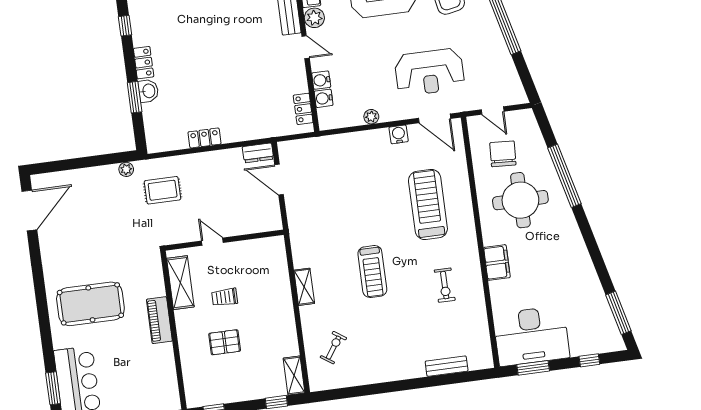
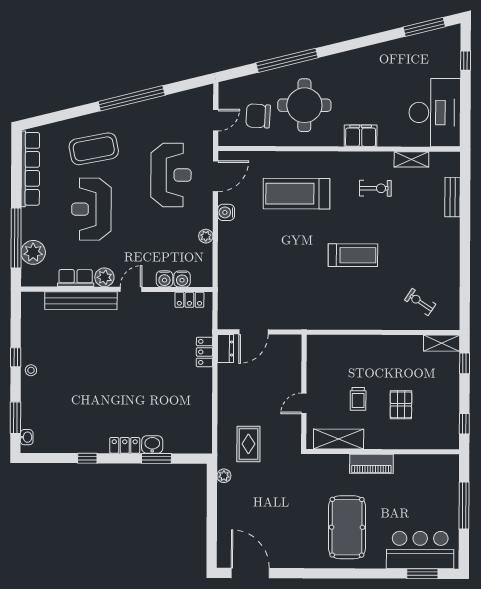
locker: (204, 138) -> (204, 352), moved
shelving: (304, 287) -> (411, 159), moved
window: (533, 368) -> (465, 115), removed

